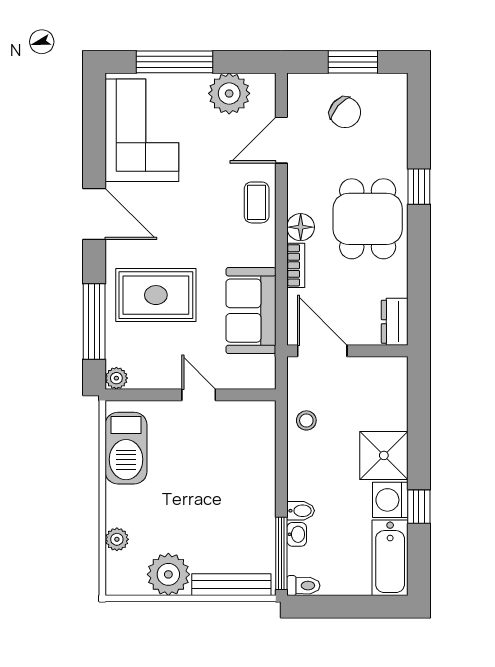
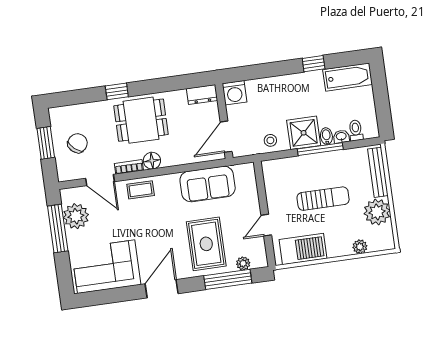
window: (174, 62) -> (58, 229), moved
bookcase: (296, 265) -> (129, 167), moved
plant: (116, 378) -> (243, 263), moved
door: (199, 395) -> (266, 225), moved
shower: (384, 455) -> (304, 133), moved
sun lounger: (202, 491) -> (323, 199), added
washing machine: (390, 500) -> (235, 93), moved
window: (281, 553) -> (320, 149), moved
toilet: (303, 586) -> (356, 130), moved

